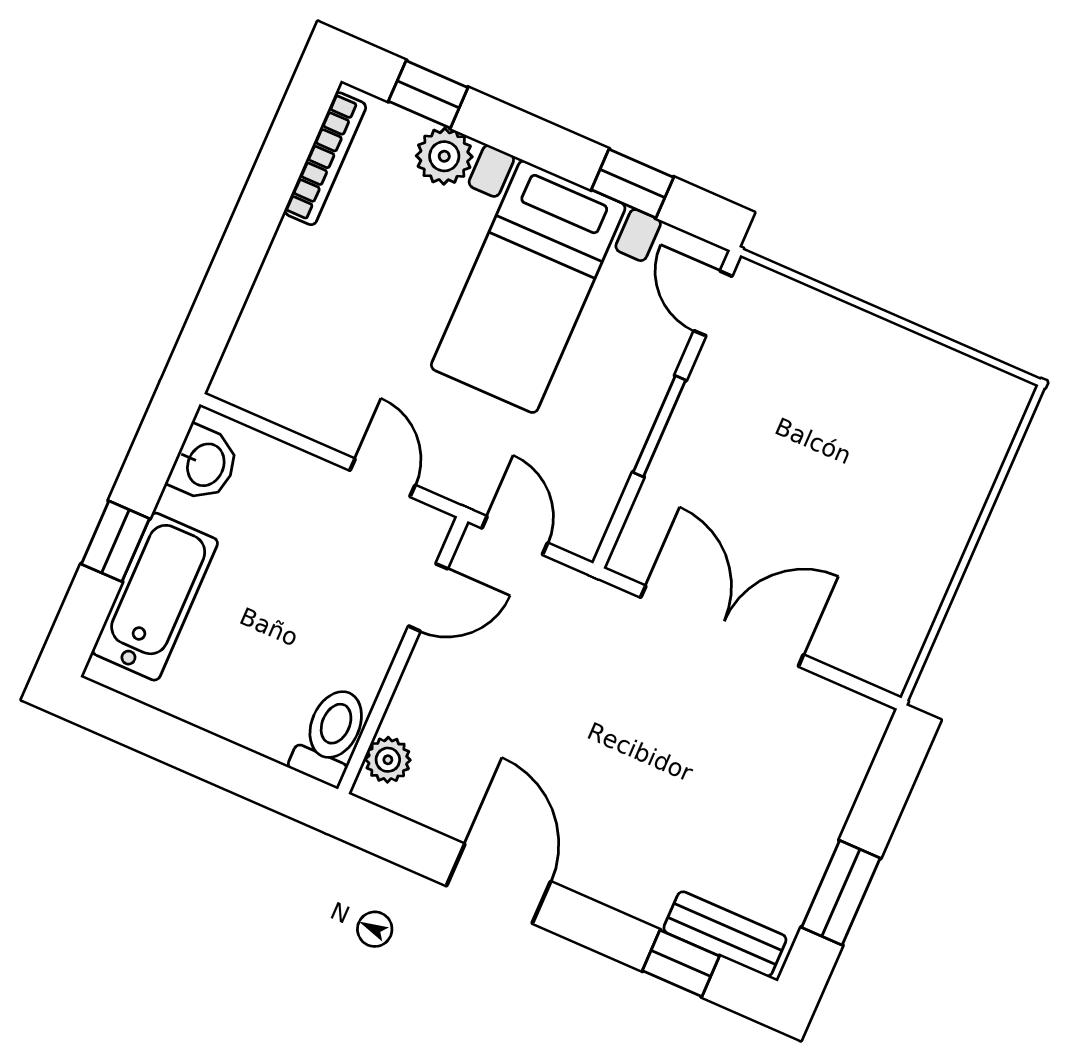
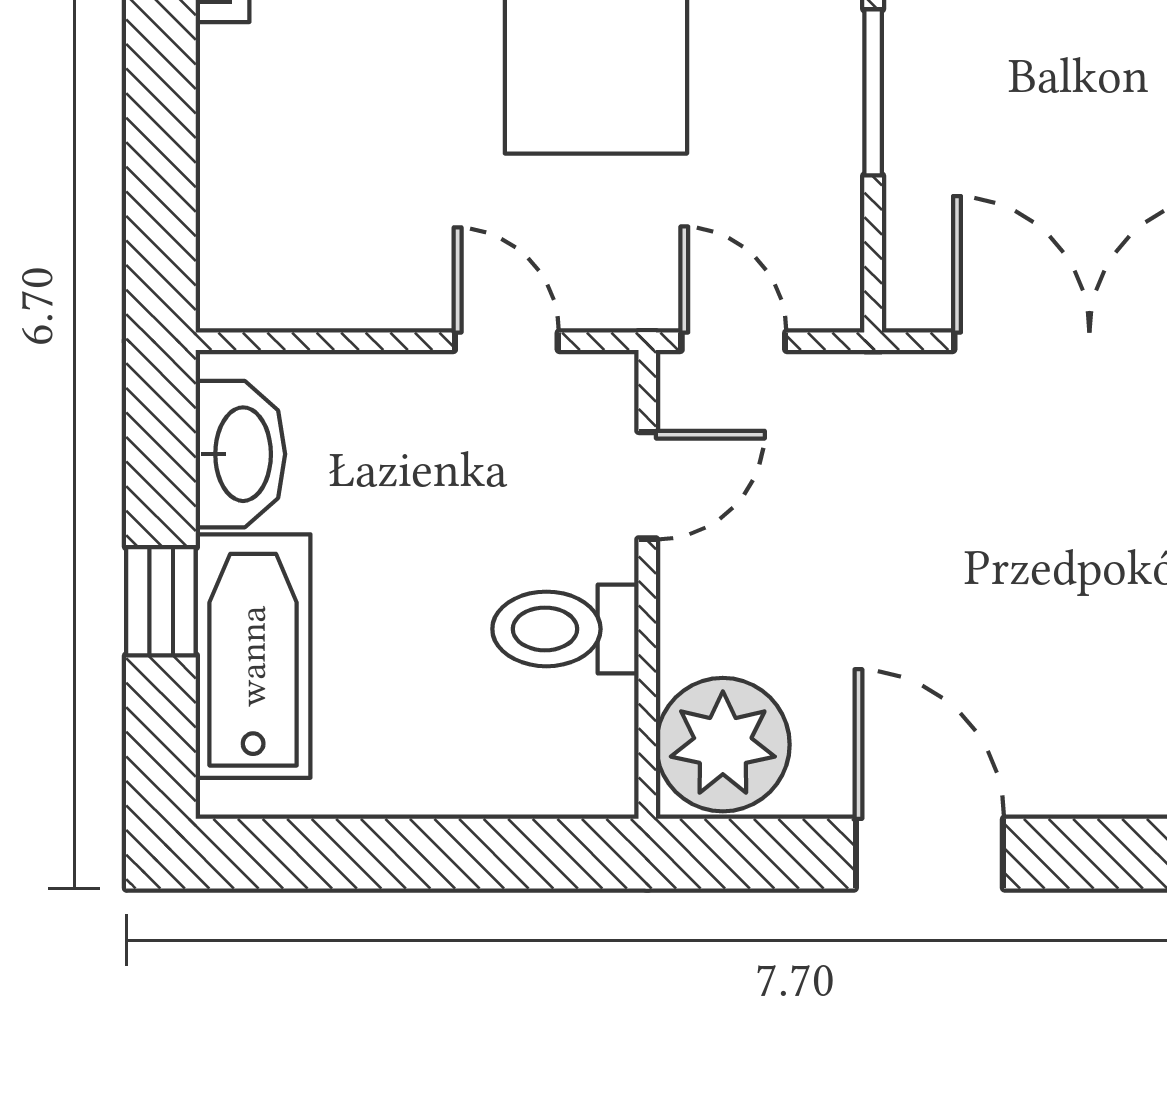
washbasin: (204, 464) -> (240, 454), width x1.38
toilet: (331, 736) -> (565, 629), moved, turned -90
plant: (388, 760) -> (723, 745), width x1.88, depth x1.88

